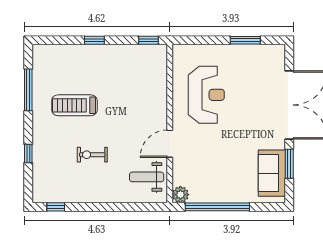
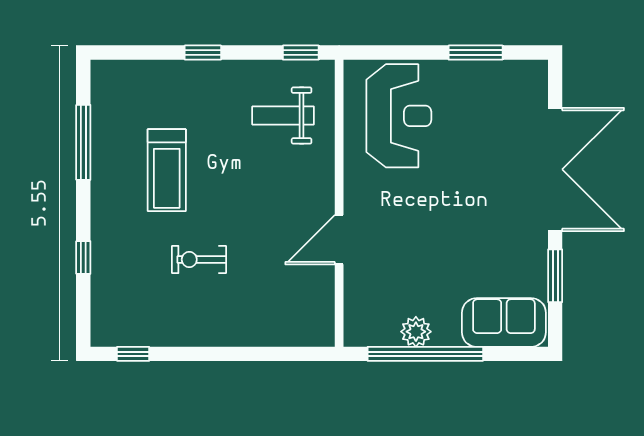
reception desk: (206, 95) -> (399, 116), moved
treadmill: (74, 105) -> (167, 170), turned -90
sofa: (272, 173) -> (504, 323), moved, turned 90
weight bench: (147, 177) -> (283, 116), moved
plant: (180, 195) -> (416, 332), moved

